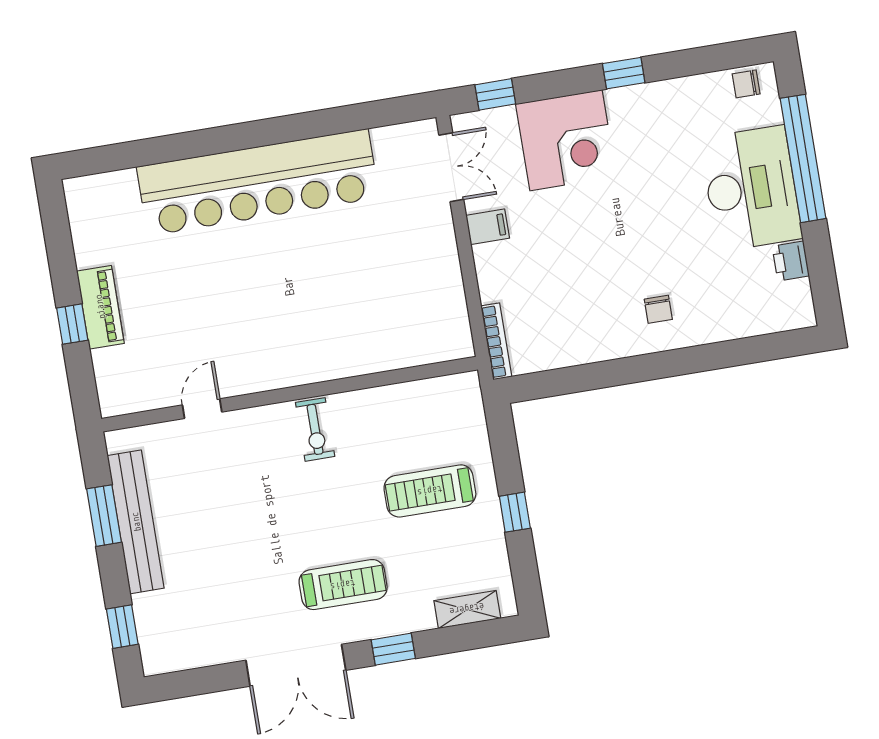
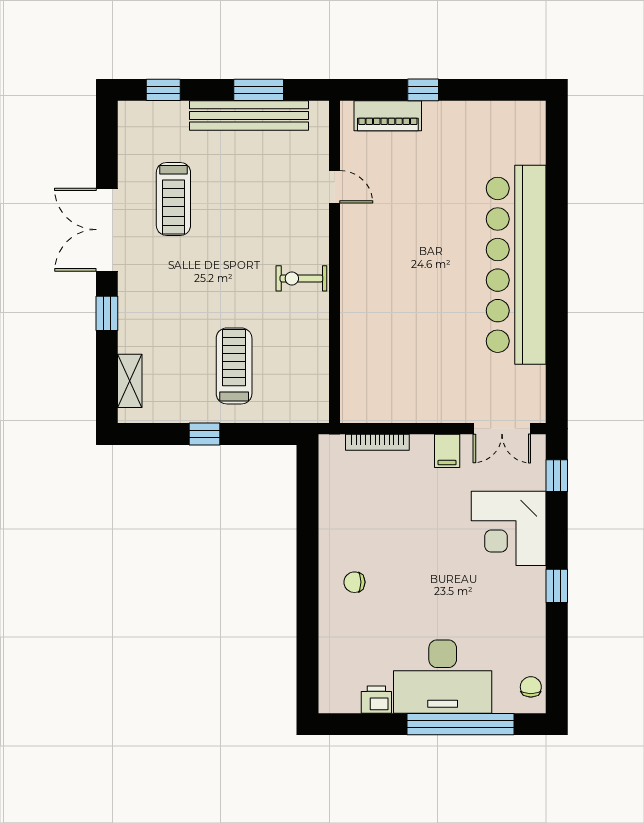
piano: (100, 307) -> (388, 116), moved
bookcase: (496, 341) -> (377, 442), moved
treadmill: (343, 585) -> (173, 199), moved

